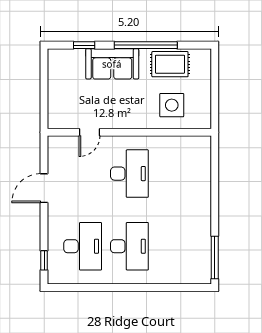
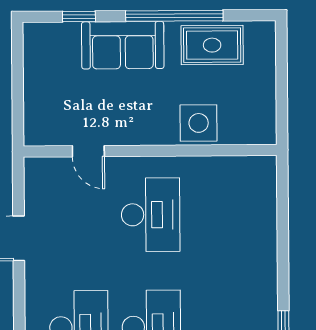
side table: (172, 105) -> (199, 123), moved
door: (89, 132) -> (88, 151), hinge flipped

